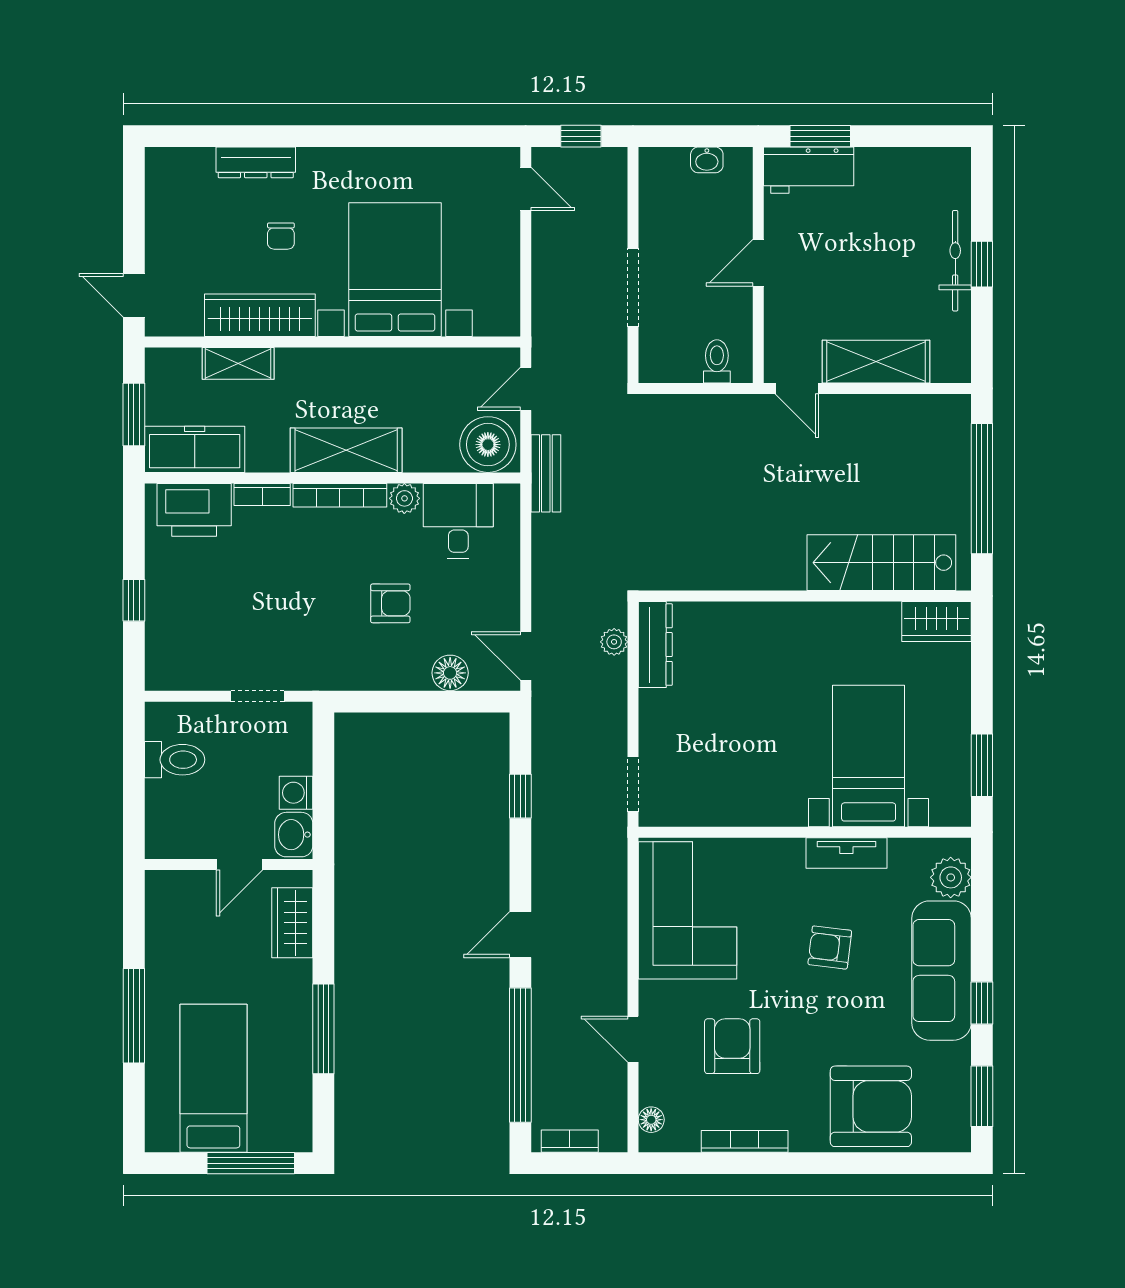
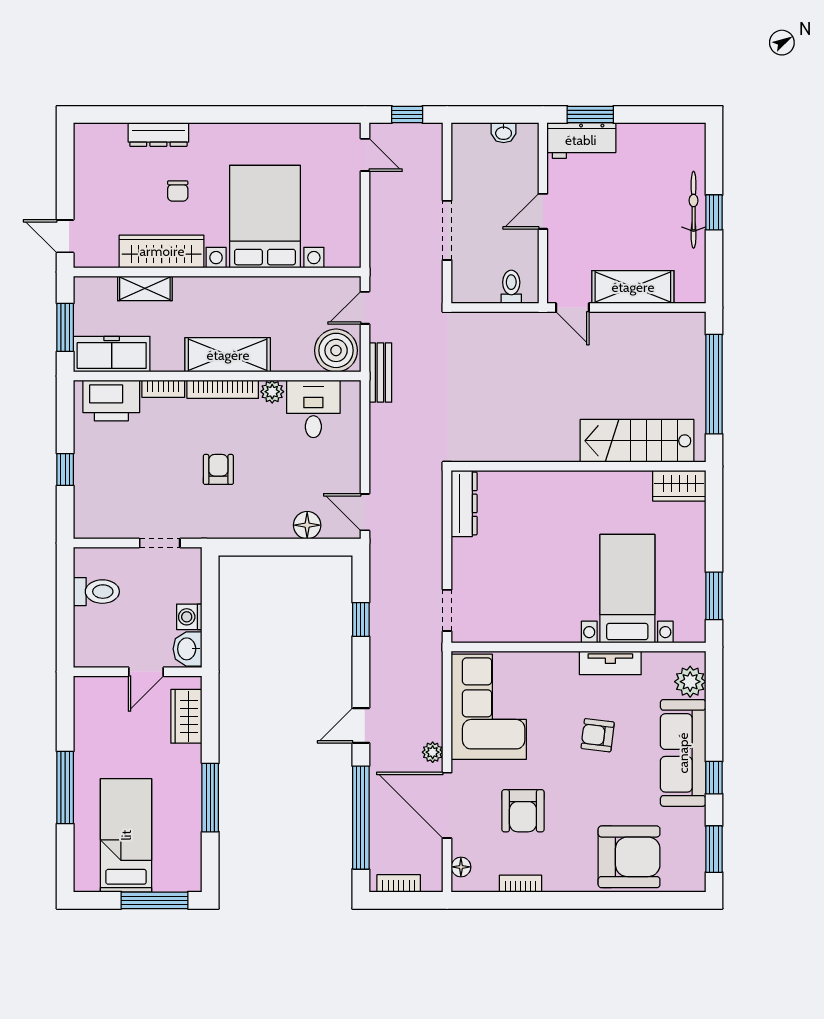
armchair: (390, 603) -> (218, 469), moved, turned -90
plant: (614, 642) -> (433, 752), moved
door: (633, 1039) -> (447, 805), width x1.87
armchair: (732, 1046) -> (523, 811), turned 180
bookcase: (745, 1141) -> (521, 884), width x0.64

